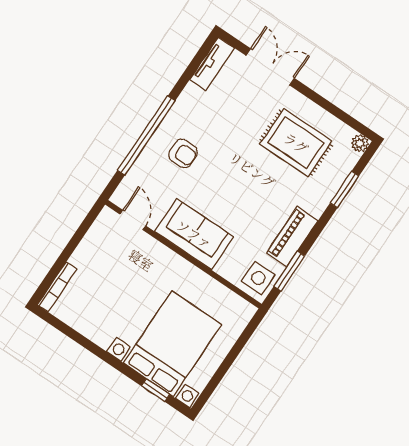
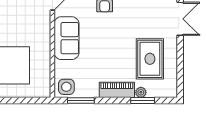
plant: (360, 143) -> (141, 92), moved
piano: (292, 237) -> (117, 90), moved

